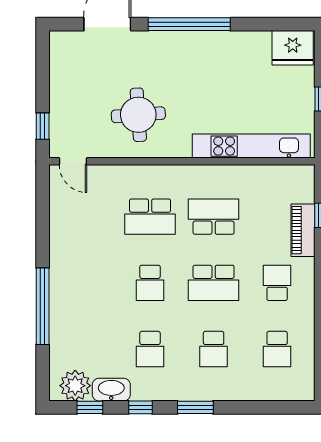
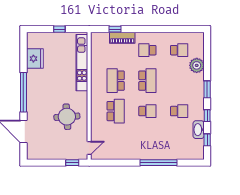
fridge: (293, 48) -> (35, 59), moved
school desk: (214, 349) -> (179, 81), removed
plant: (75, 386) -> (197, 65), moved

